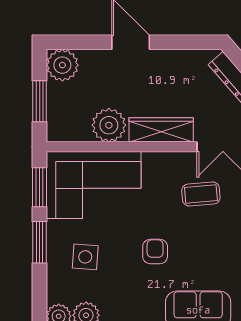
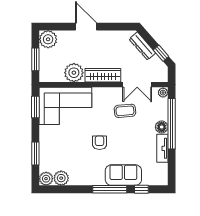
window: (40, 242) -> (35, 153), moved
side table: (85, 257) -> (61, 146), removed

